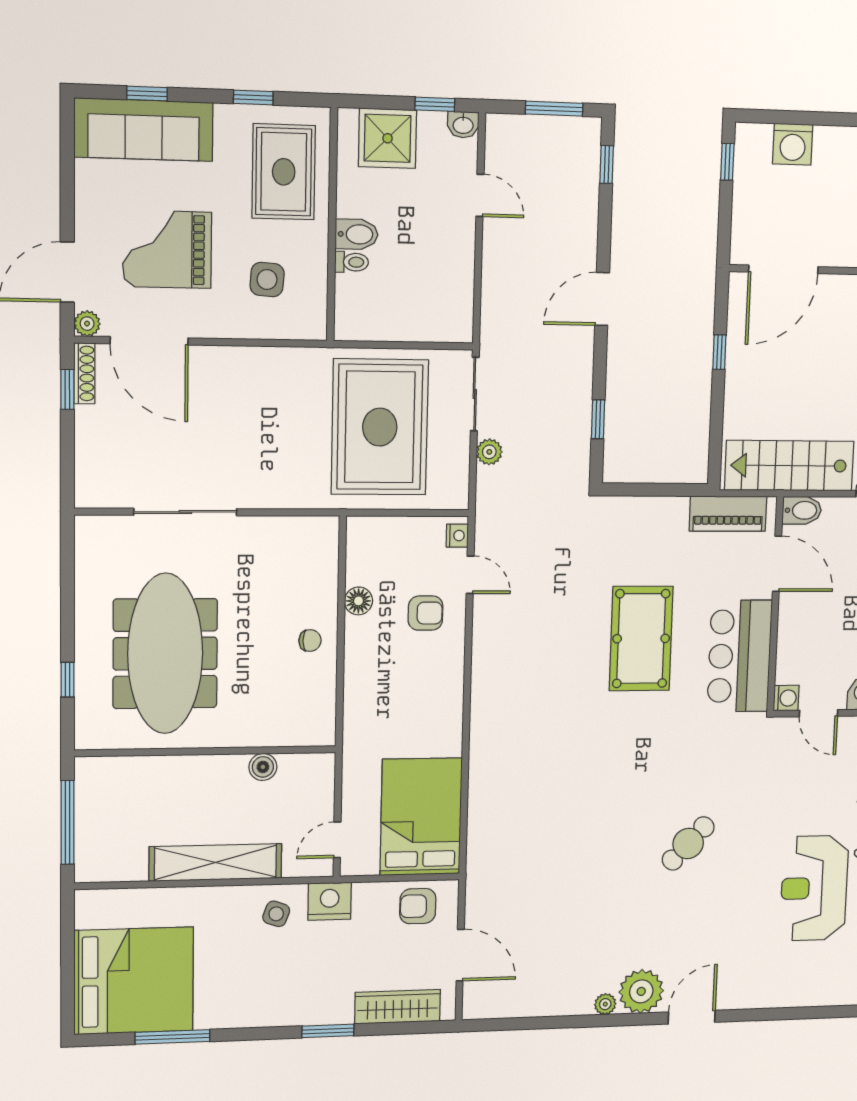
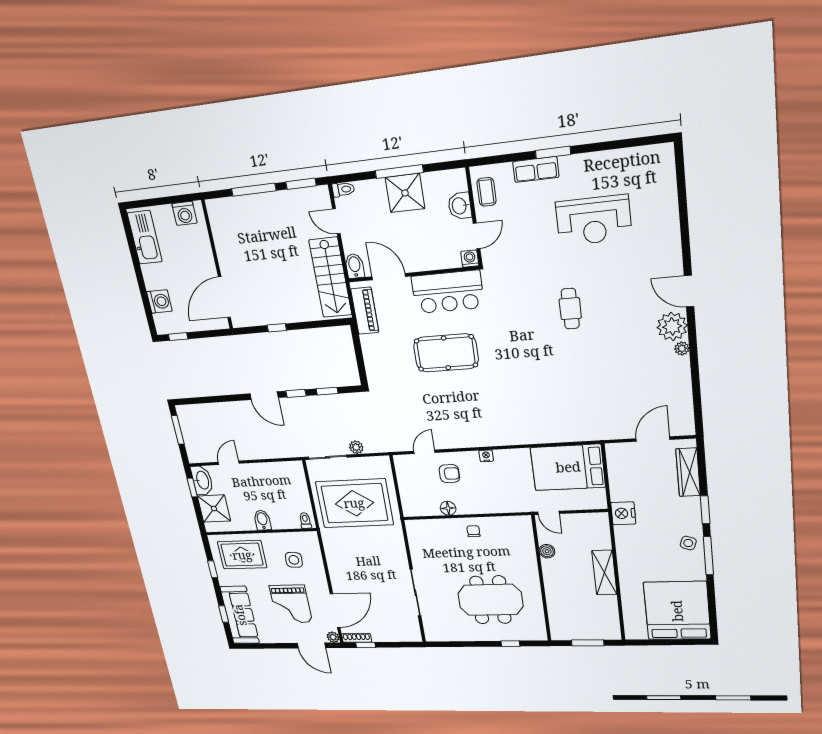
washbasin: (463, 125) -> (202, 480), width x1.91, depth x1.45
window: (607, 164) -> (296, 393), moved
toilet: (352, 262) -> (305, 521), moved
door: (783, 269) -> (224, 297), swing flipped
nightstand: (457, 536) -> (486, 456), moved
door: (777, 564) -> (389, 277), hinge flipped
armchair: (425, 613) -> (449, 474), turned 90
meeting table: (165, 654) -> (490, 600), width x0.73
window: (68, 822) -> (588, 643), width x0.69
door: (337, 840) -> (548, 513), moved
cafe table: (688, 843) -> (570, 309), turned 47
shelving: (216, 862) -> (604, 573), width x0.68
armchair: (418, 906) -> (623, 465), removed
side table: (276, 914) -> (688, 543), moved
window: (173, 1037) -> (708, 556), moved

